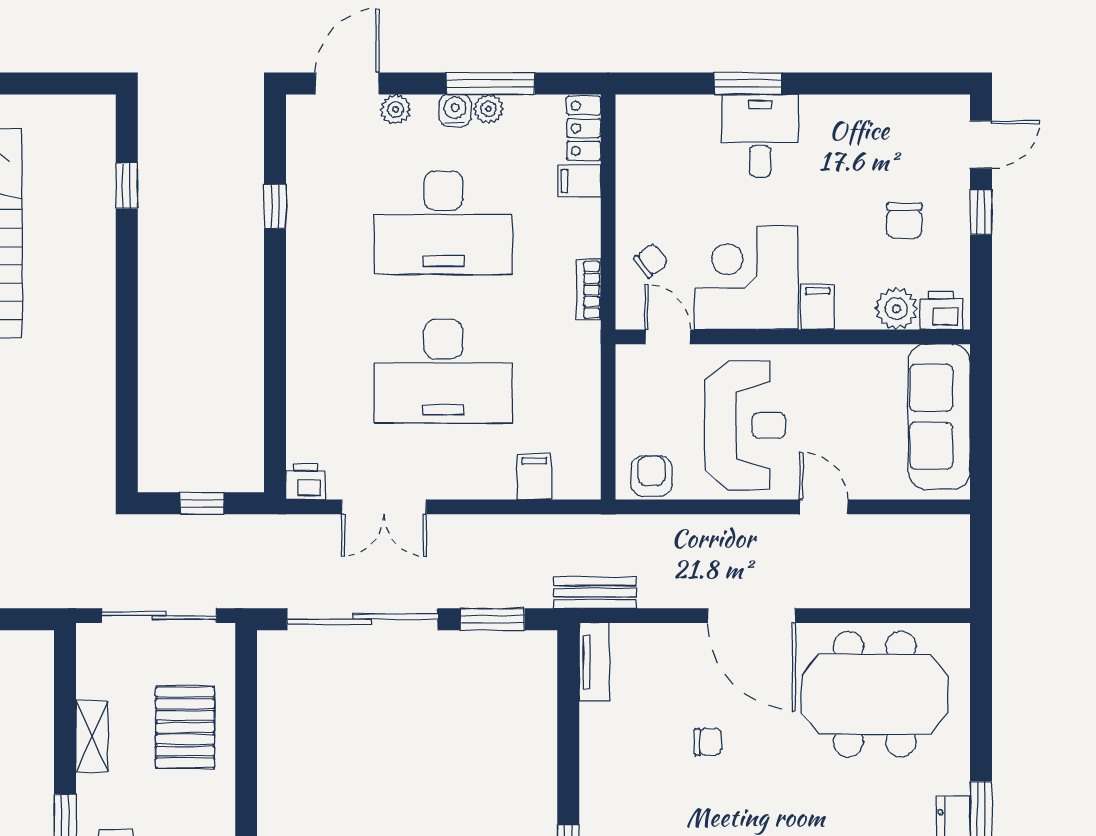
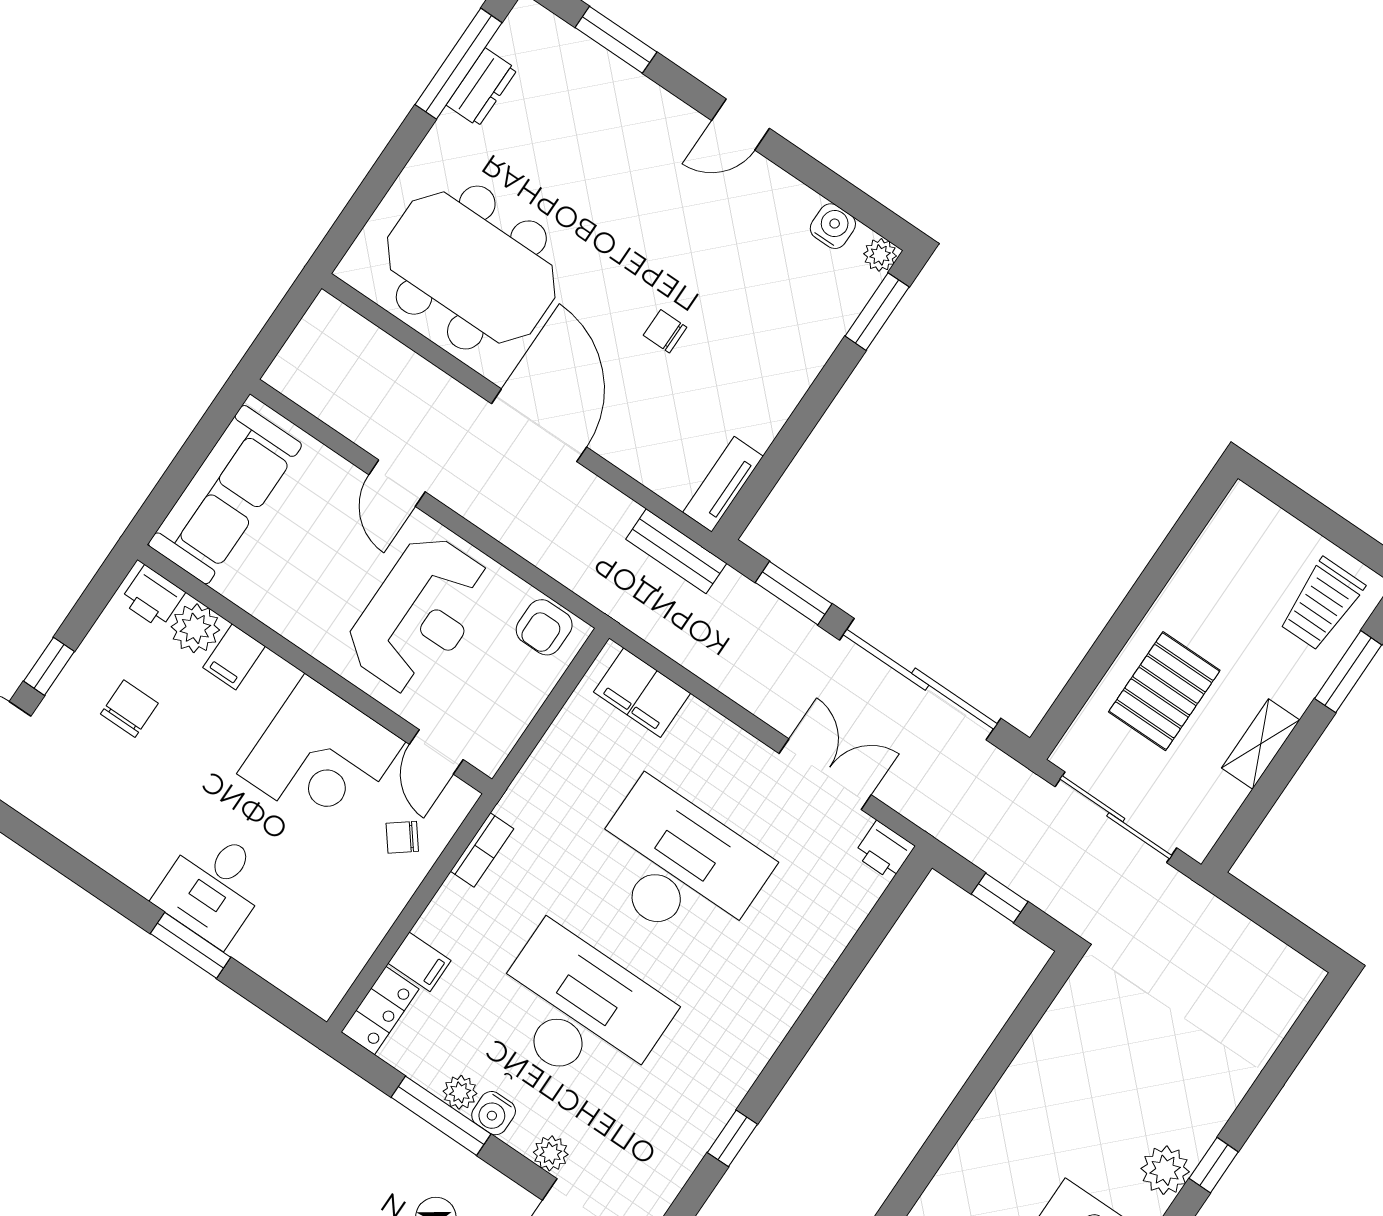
filing cabinet: (818, 307) -> (234, 657), moved
reception desk: (745, 425) -> (419, 615), turned 180
filing cabinet: (534, 477) -> (642, 693), width x2.00

